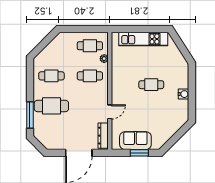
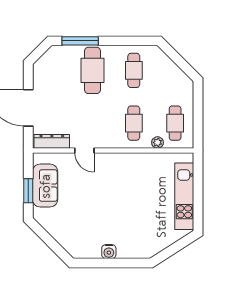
cafe table: (151, 85) -> (122, 207), removed

